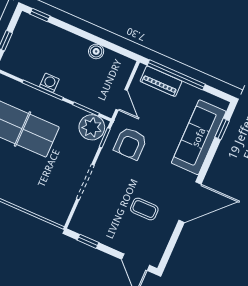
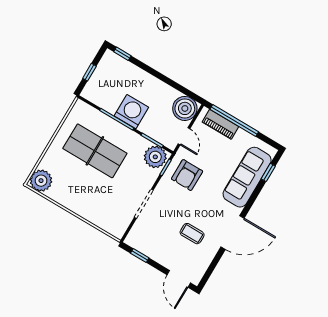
boiler: (96, 51) -> (185, 108), moved, width x1.86, depth x1.86
washing machine: (49, 83) -> (131, 112), width x1.89, depth x1.89

